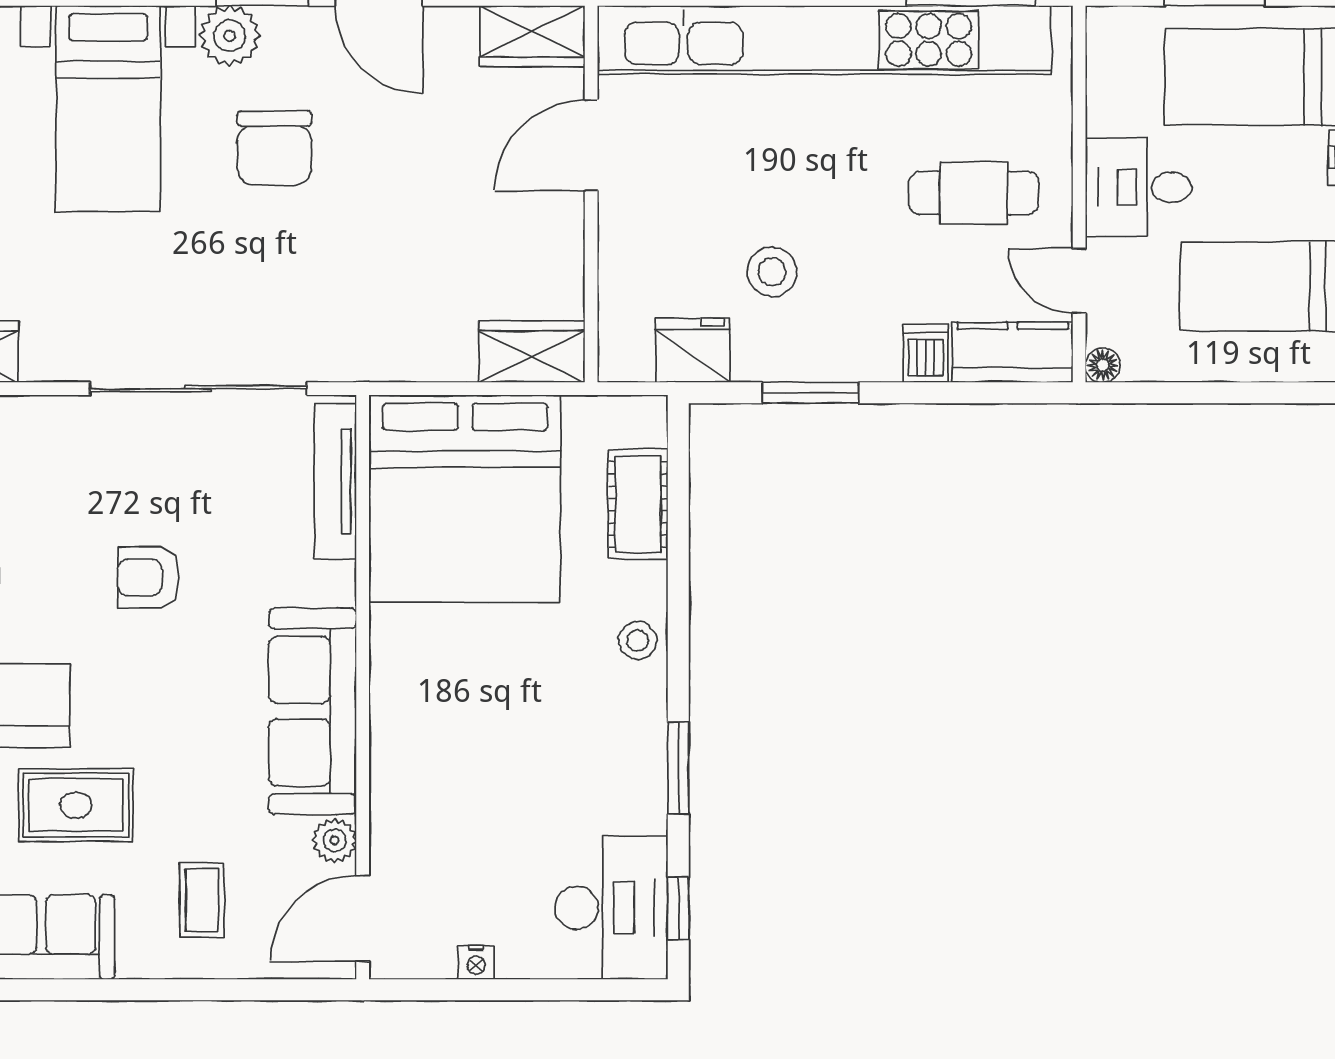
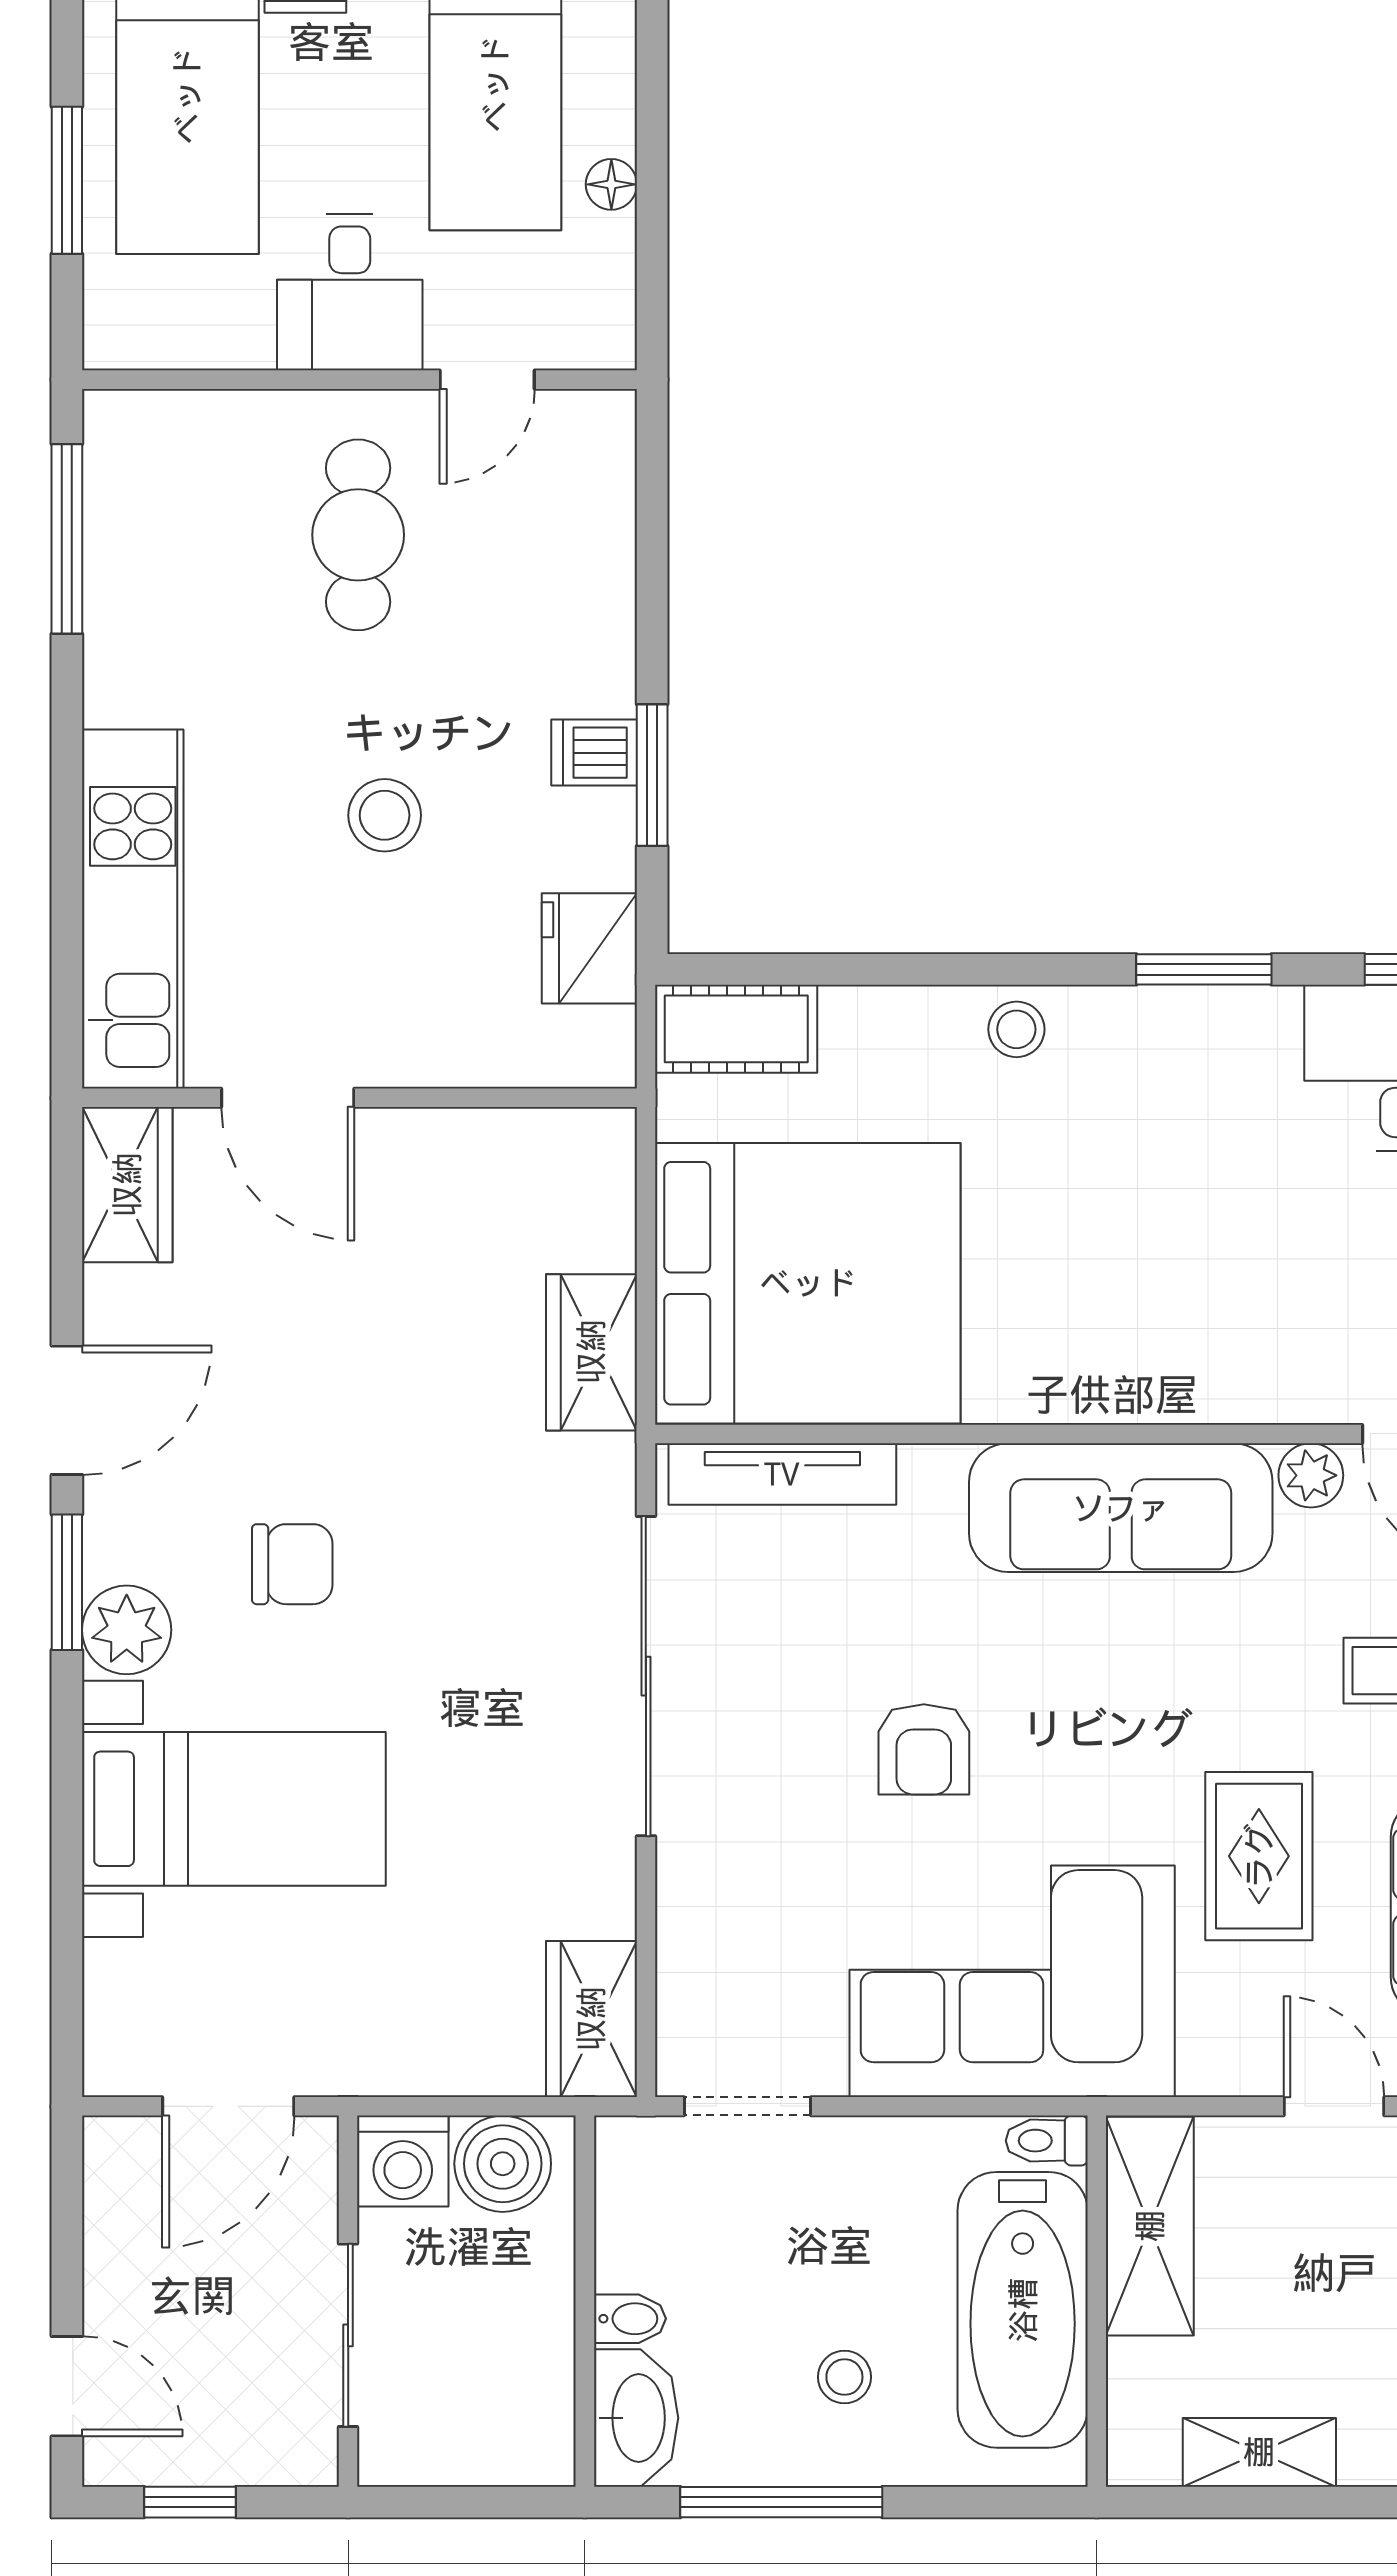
kitchen unit: (824, 40) -> (133, 909), width x0.54
chair: (274, 148) -> (292, 1564), width x0.73, depth x0.73
stool: (772, 272) -> (385, 815), moved
wardrobe: (532, 352) -> (591, 1352), moved
kitchen counter: (1013, 352) -> (592, 478), removed
dishwasher: (926, 353) -> (594, 753), moved
floor lamp: (1103, 365) -> (611, 184), moved
cot: (638, 504) -> (736, 1029), moved

